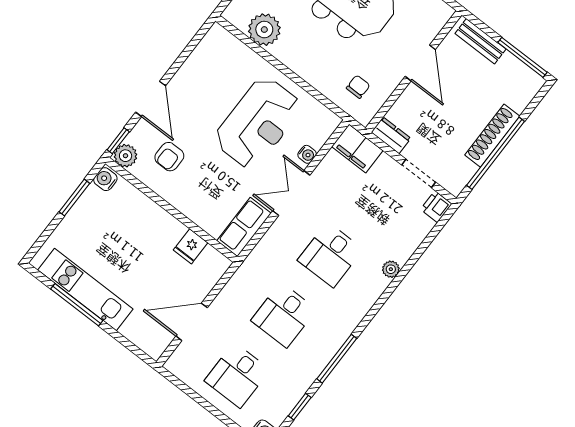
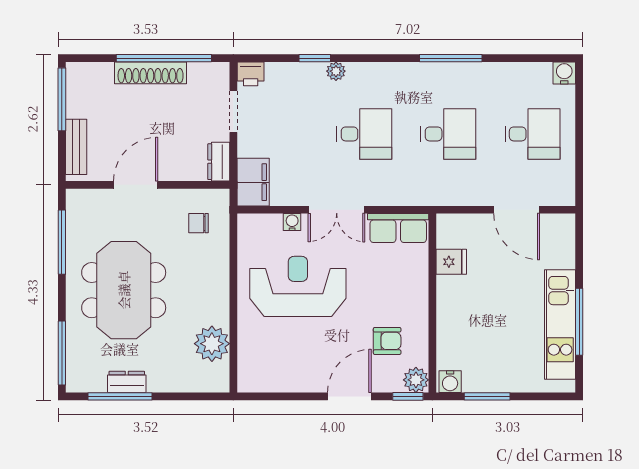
window: (300, 407) -> (315, 58), moved

